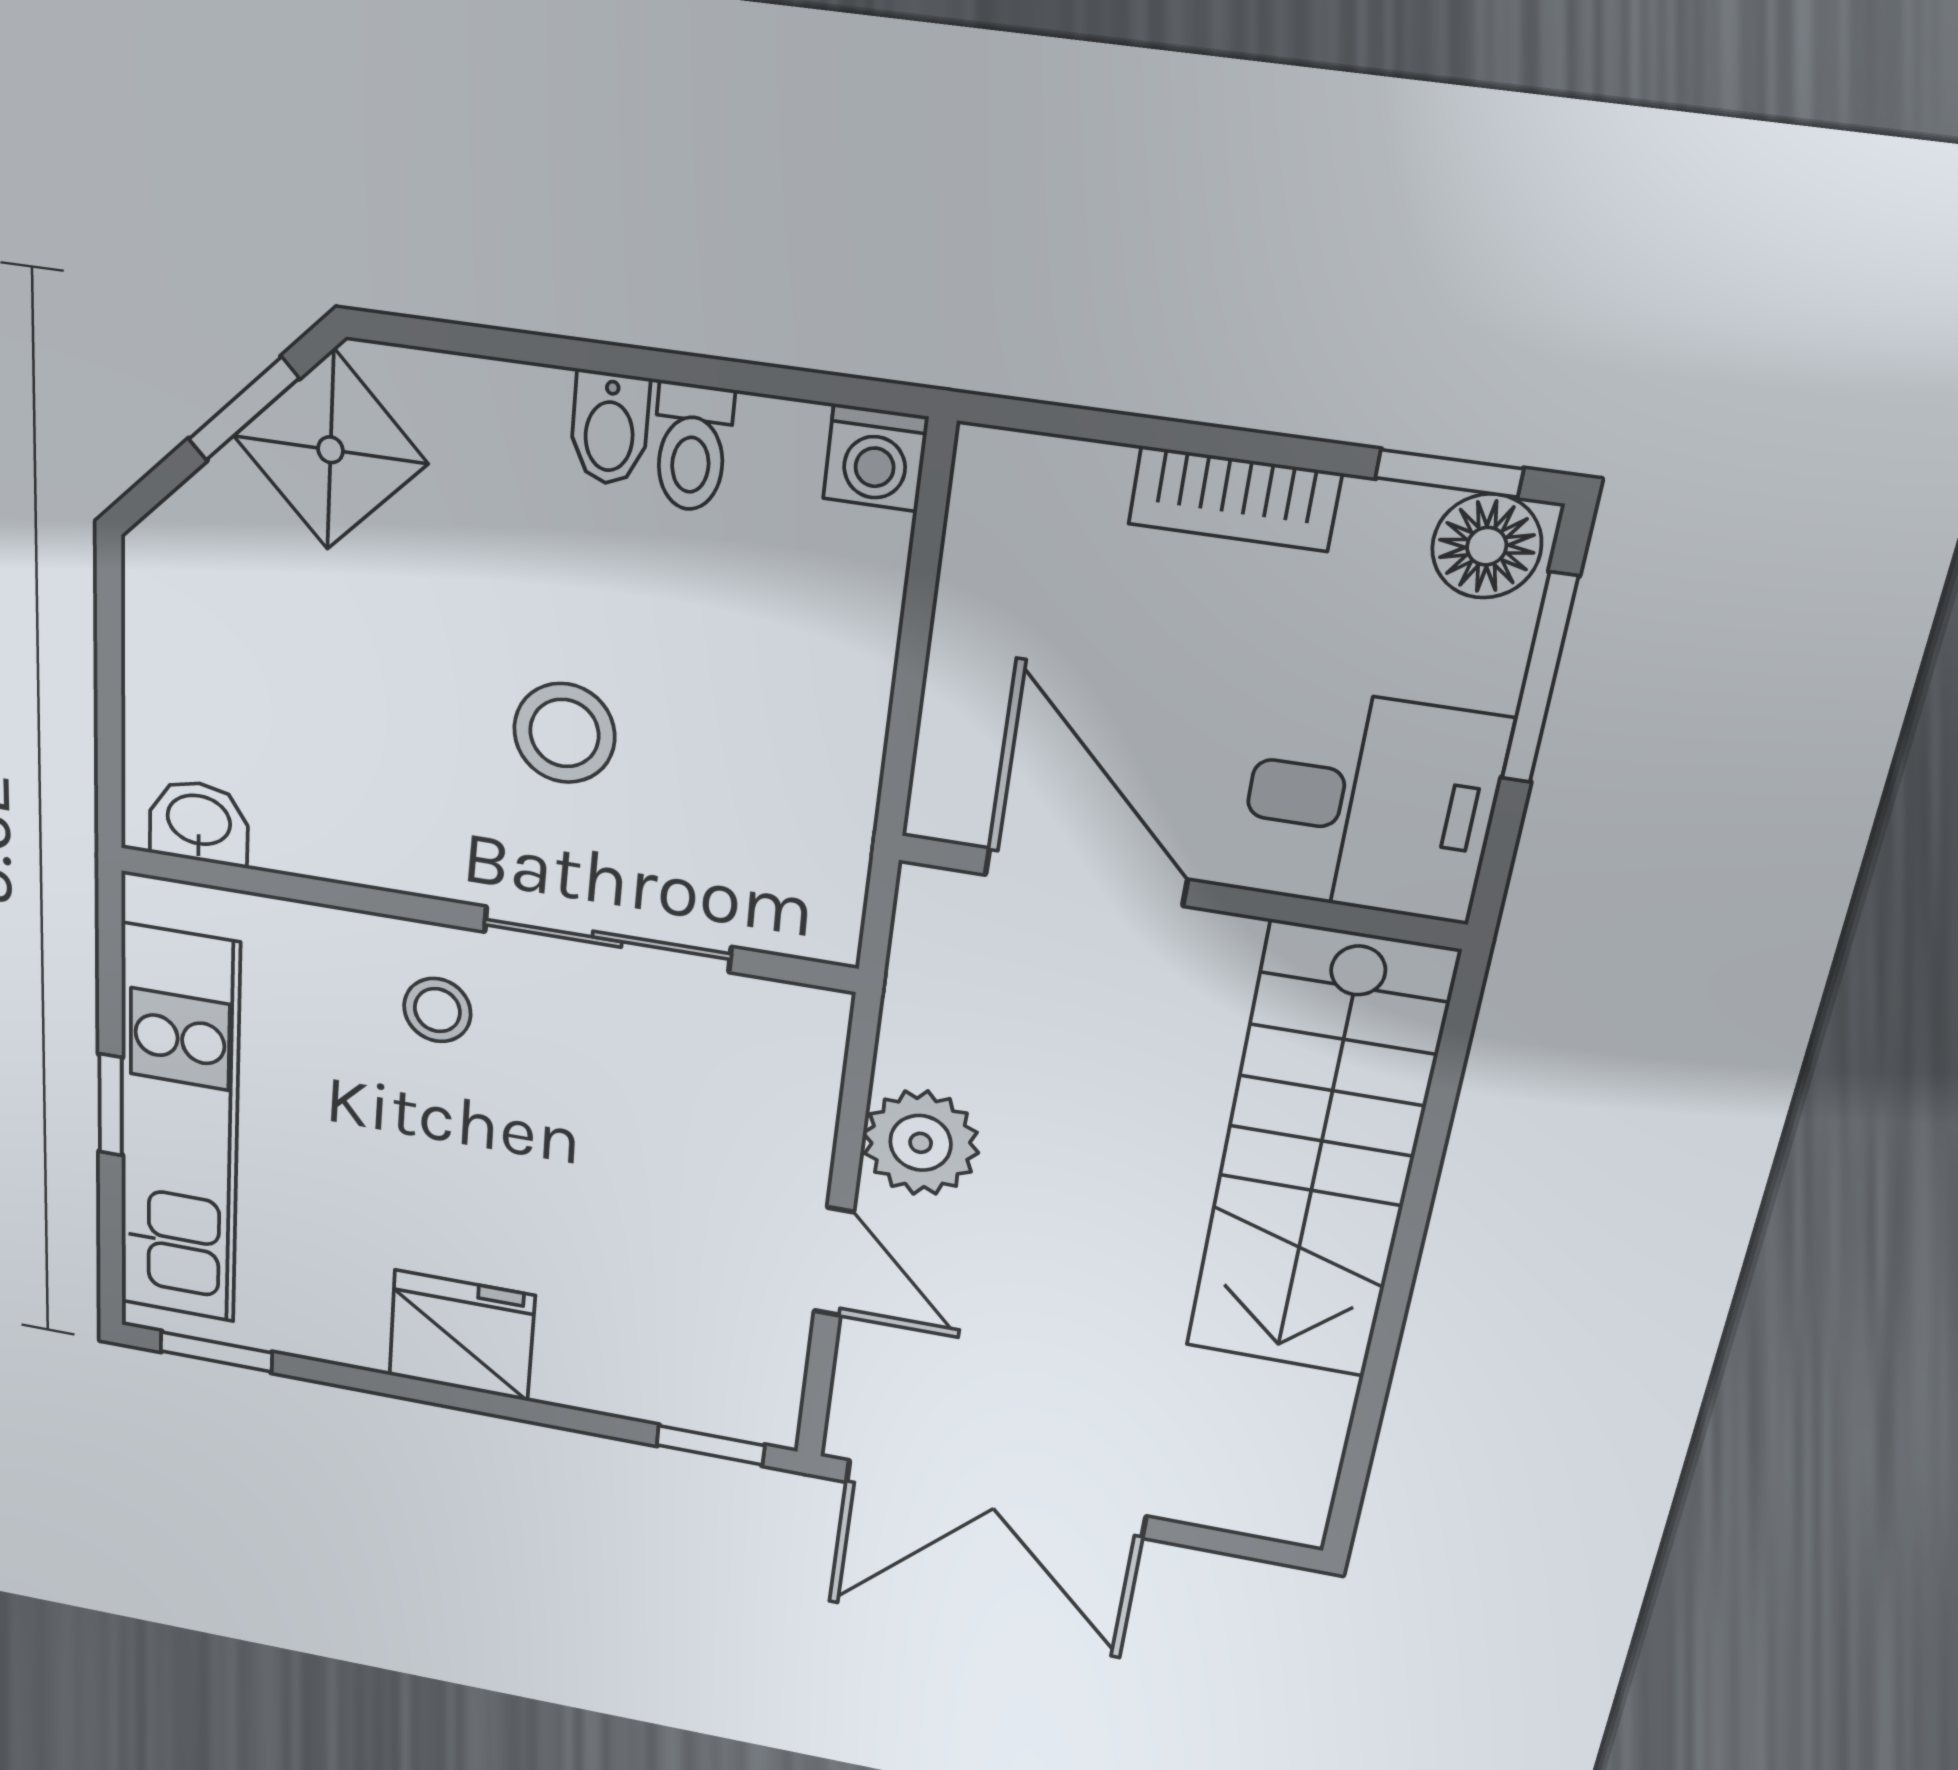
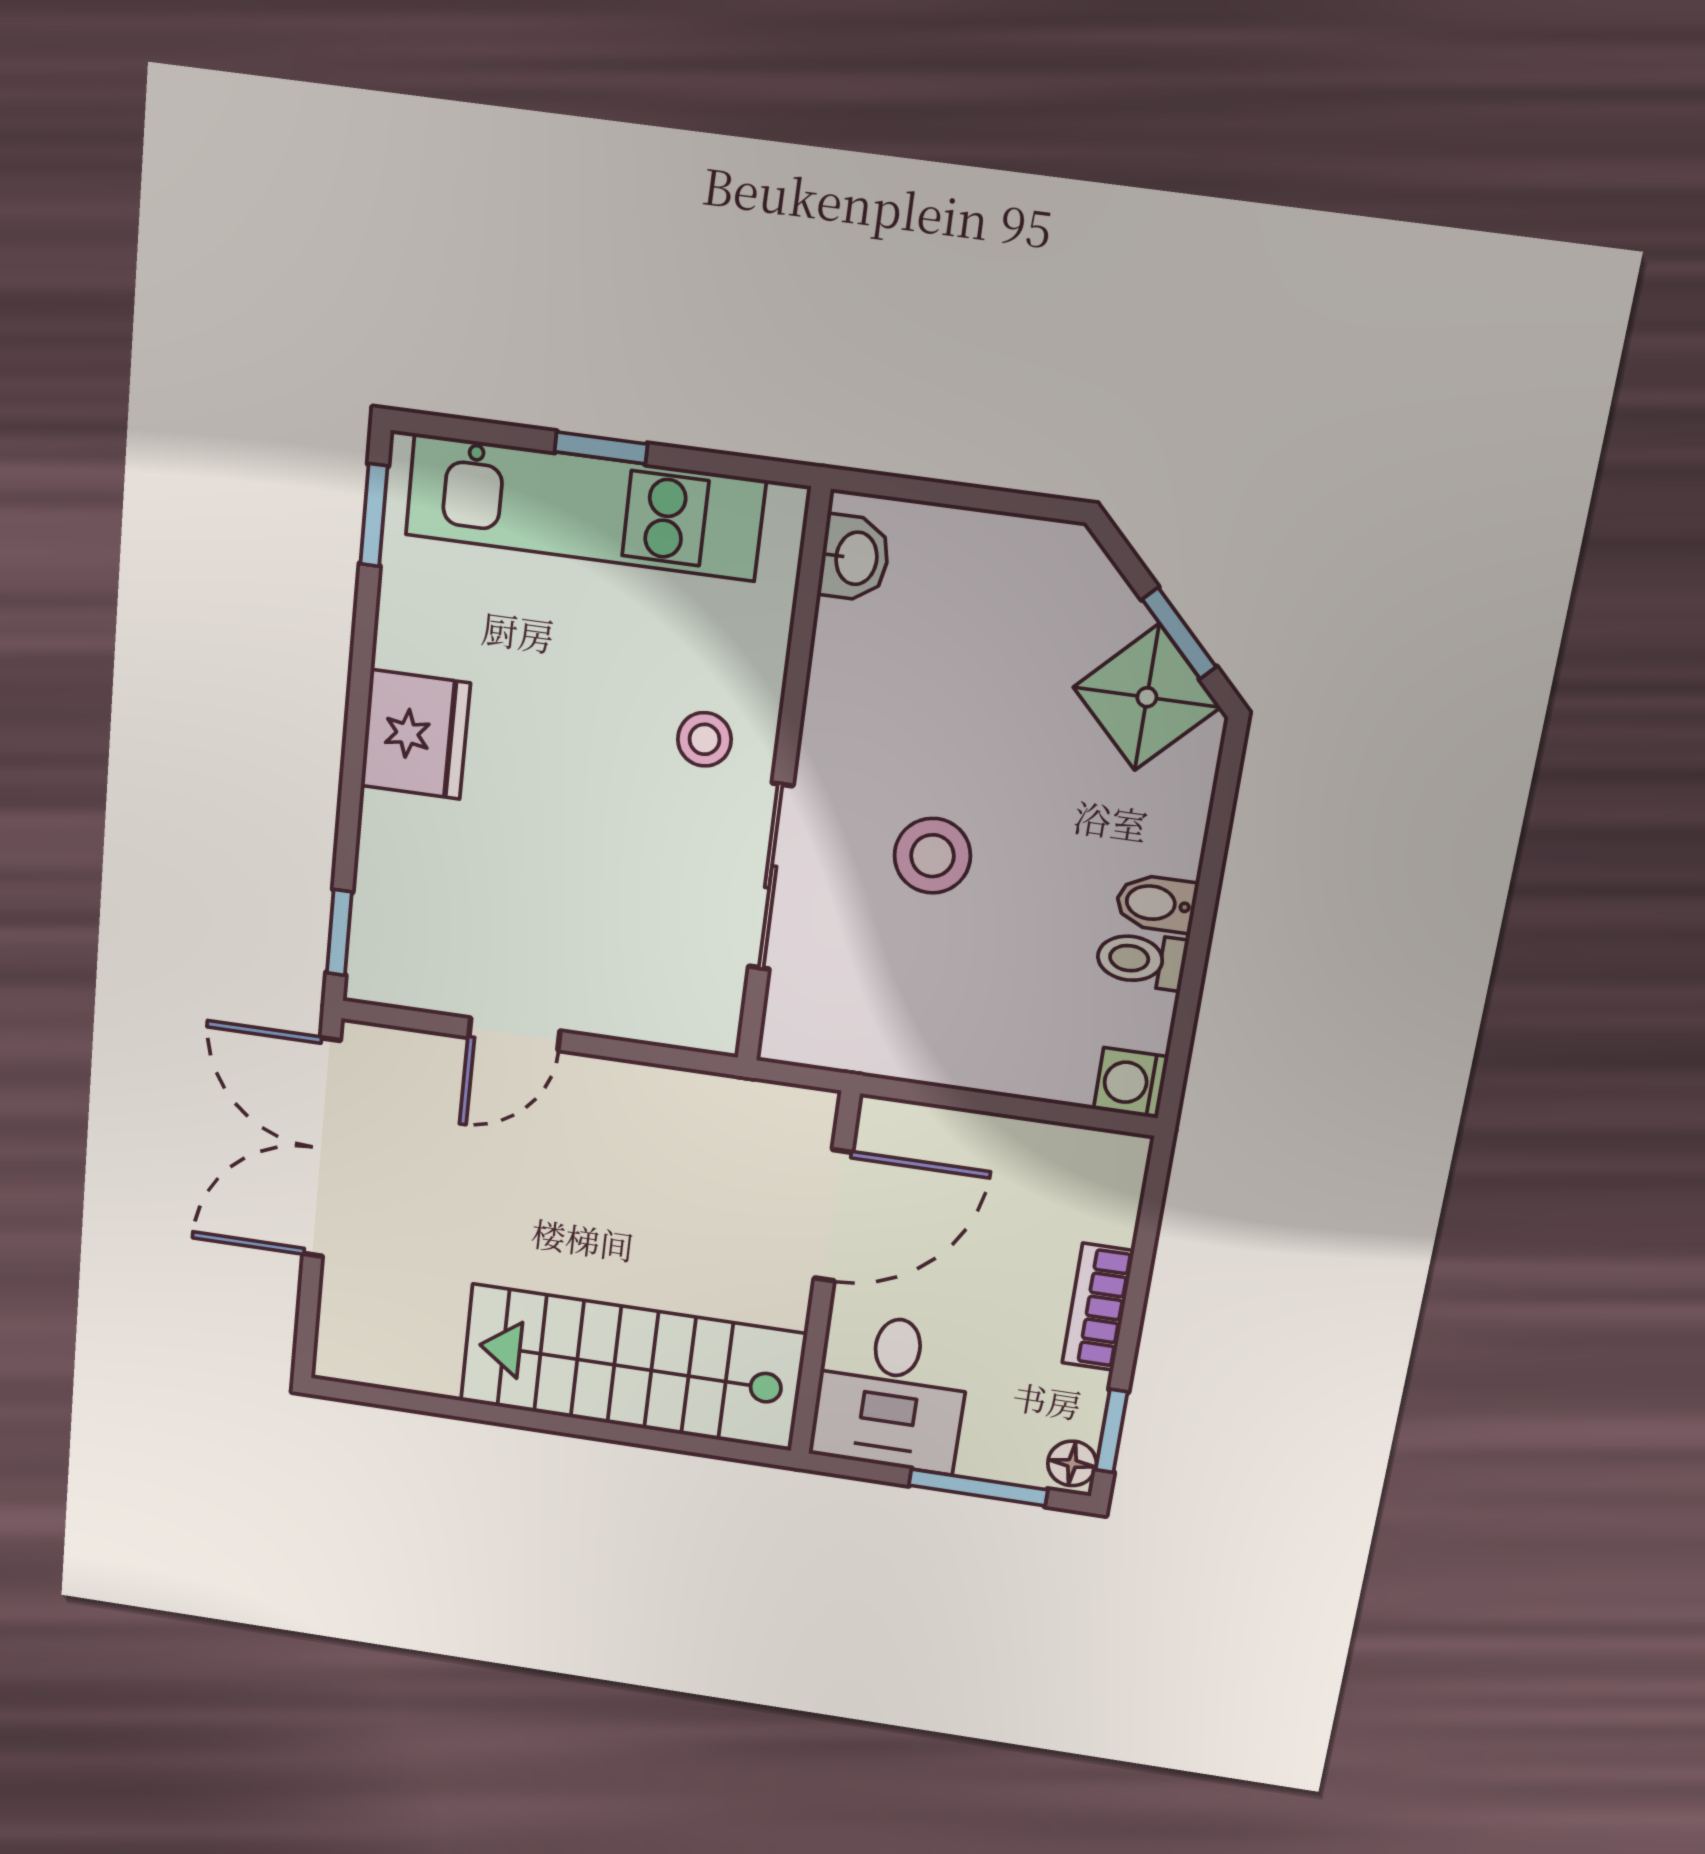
floor lamp: (1487, 546) -> (1072, 1463), width x0.73, depth x0.73
plant: (921, 1143) -> (620, 1100), removed

